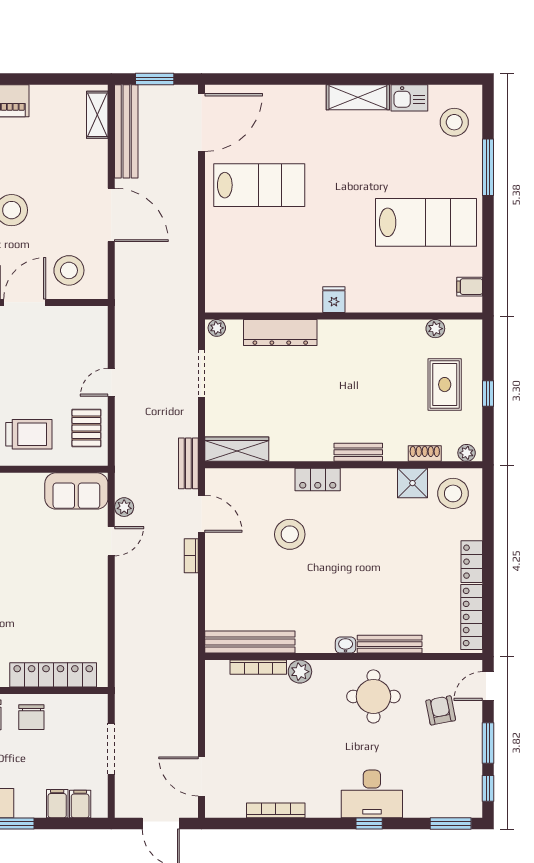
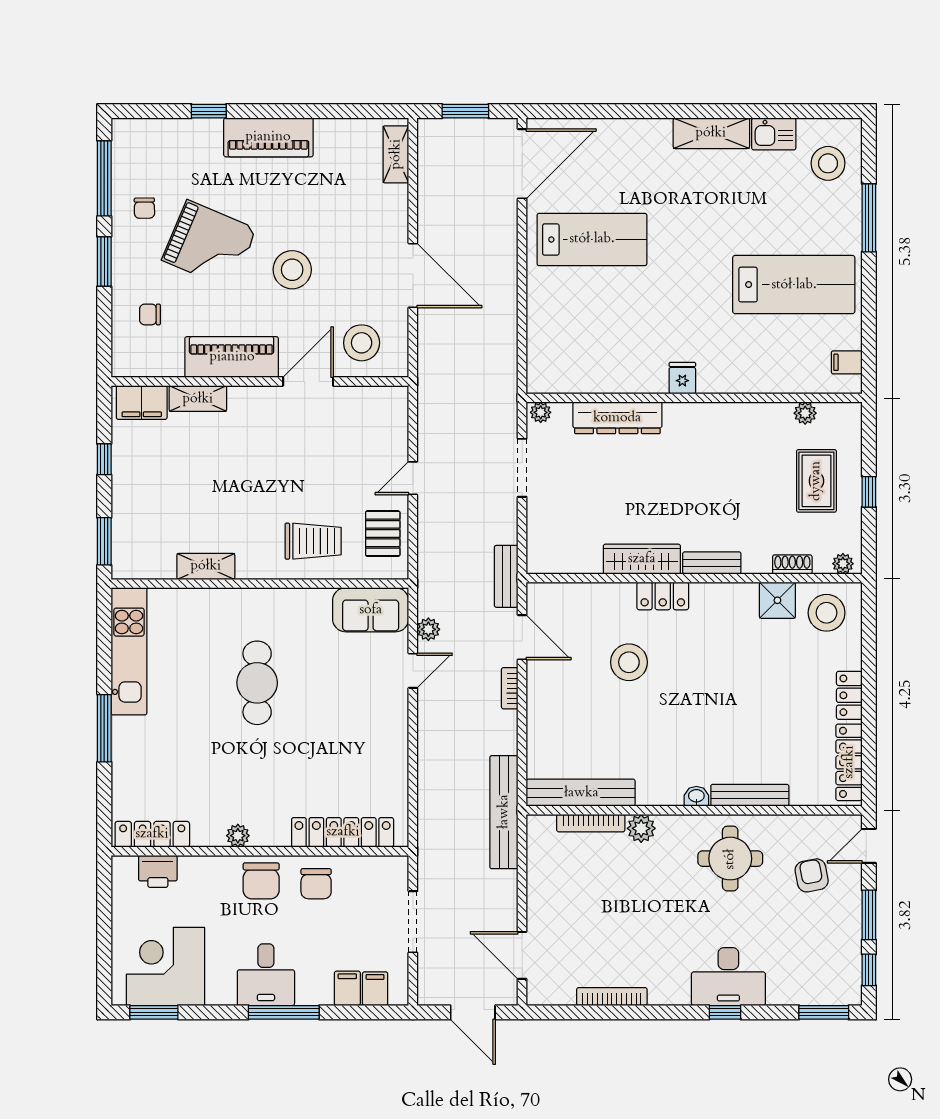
bench: (126, 131) -> (504, 812), moved
wardrobe: (237, 449) -> (642, 559), moved

